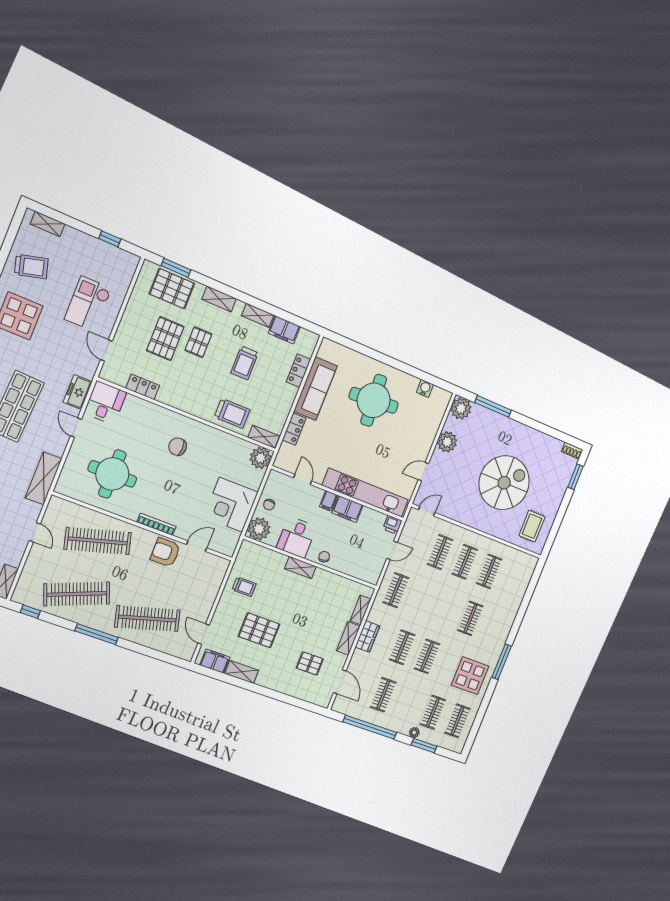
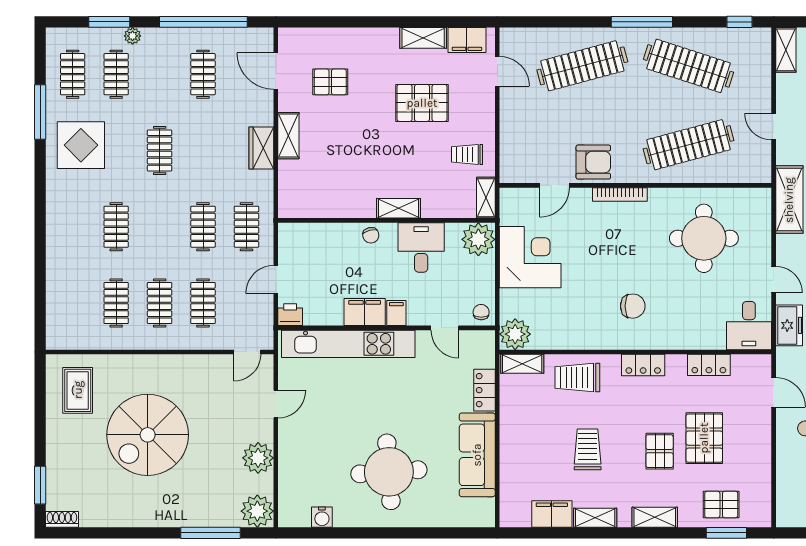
pallet: (172, 289) -> (721, 504), width x0.67, depth x0.71
locker: (298, 371) -> (643, 365), moved, turned 90
chair: (269, 505) -> (481, 312), moved
clothes rail: (77, 594) -> (688, 66), turned 39
shelving: (360, 610) -> (486, 198), moved
clothes rail: (402, 647) -> (203, 227), moved
window: (502, 662) -> (40, 112), moved

